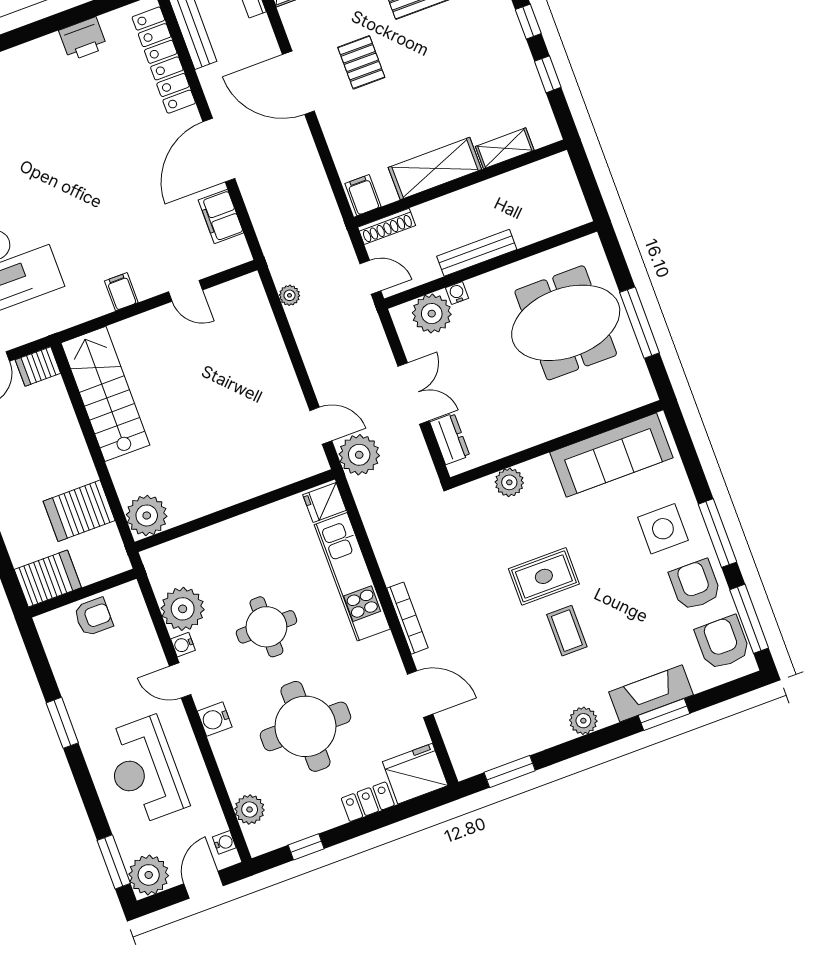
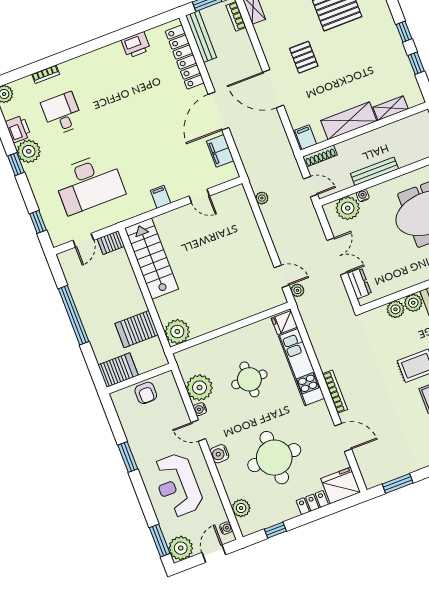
door: (298, 83) -> (273, 89), moved
plant: (359, 455) -> (297, 290), width x0.53, depth x0.53
plant: (539, 472) -> (413, 303), added
armchair: (93, 617) -> (146, 393), turned 90
round table: (266, 627) -> (249, 379), moved

